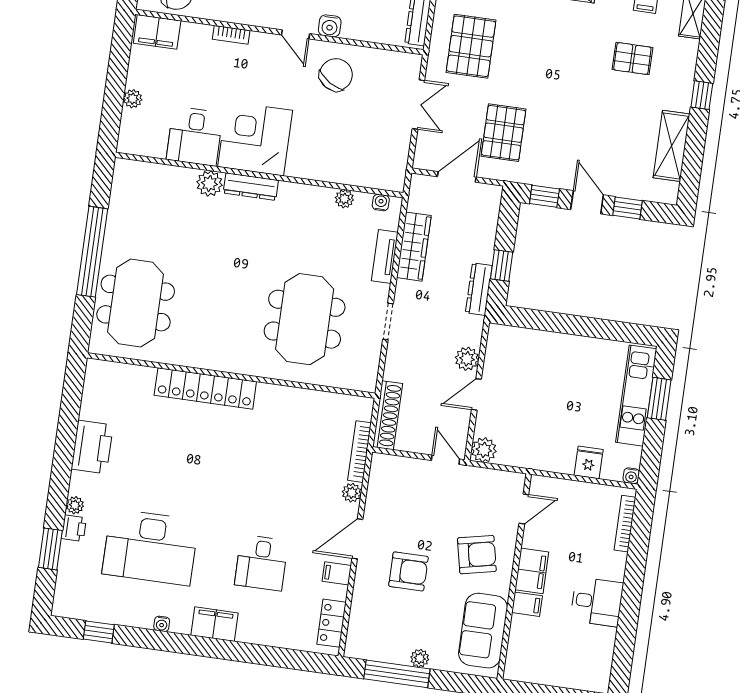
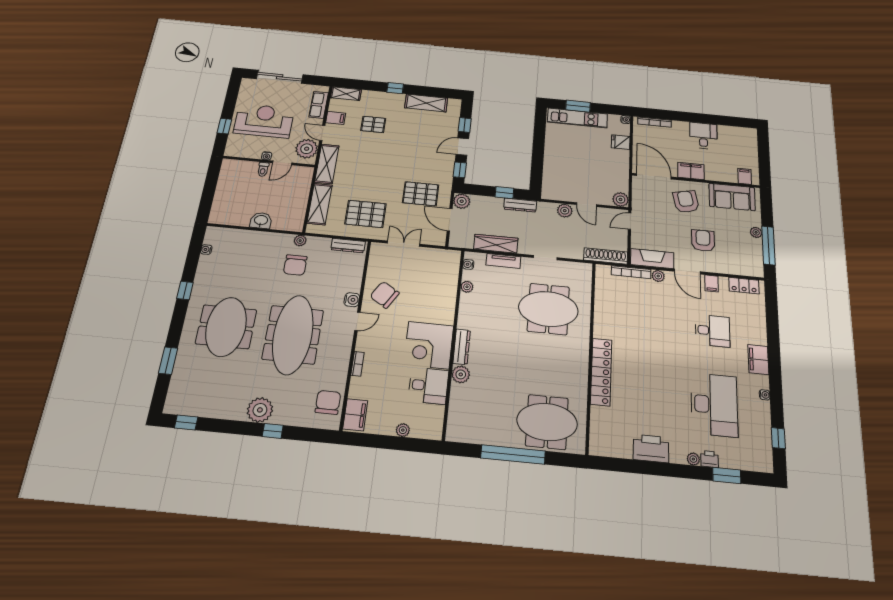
pallet: (632, 59) -> (373, 124), turned 90
plant: (488, 197) -> (462, 201), added
fireplace: (381, 487) -> (652, 259), added
door: (524, 509) -> (654, 176), width x1.88
filing cabinet: (527, 604) -> (745, 176), moved

